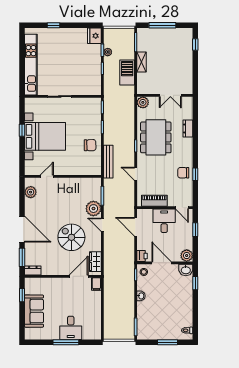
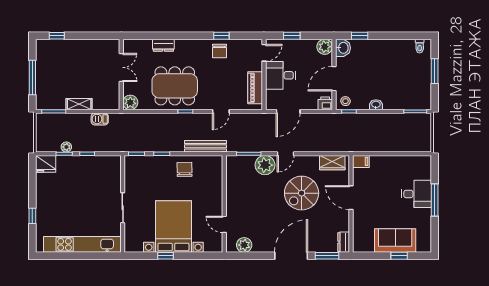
barbecue: (127, 72) -> (100, 119), width x0.53, depth x0.65
door: (79, 276) -> (351, 198), moved
window: (22, 295) -> (399, 256), moved

